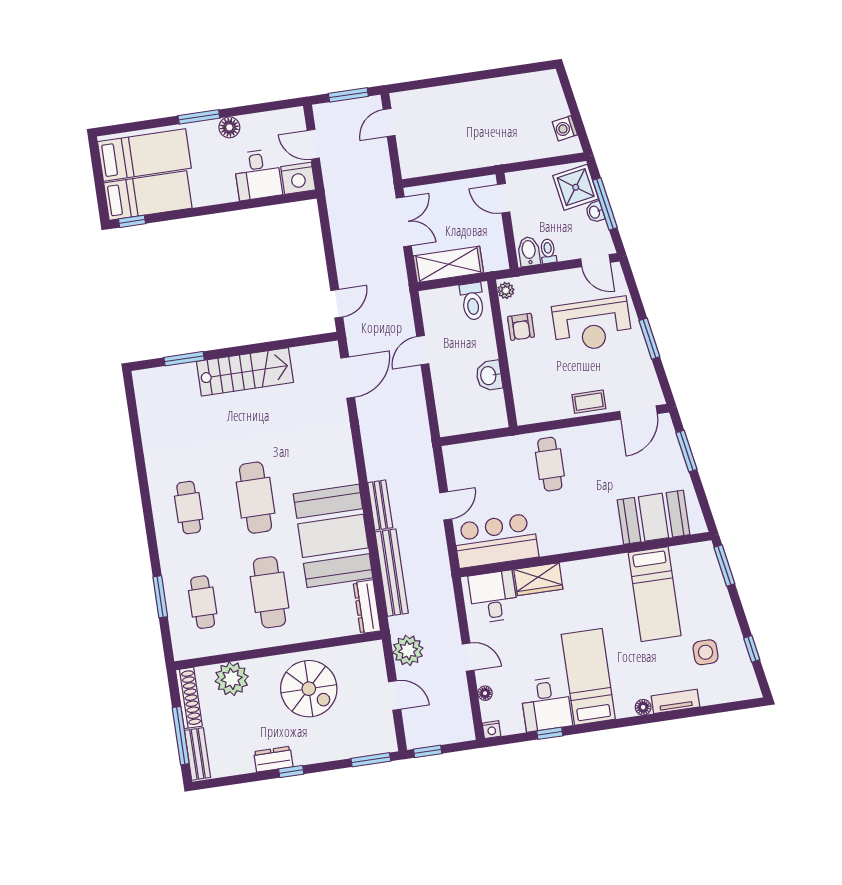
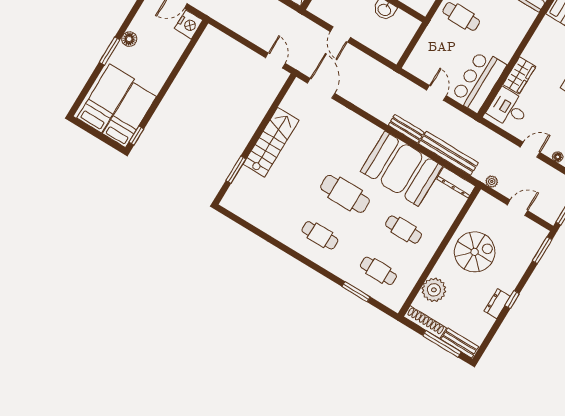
desk: (258, 174) -> (168, 45), removed
cafe table: (269, 592) -> (404, 229), width x0.73, depth x0.74
plant: (408, 650) -> (492, 182), width x0.53, depth x0.53

